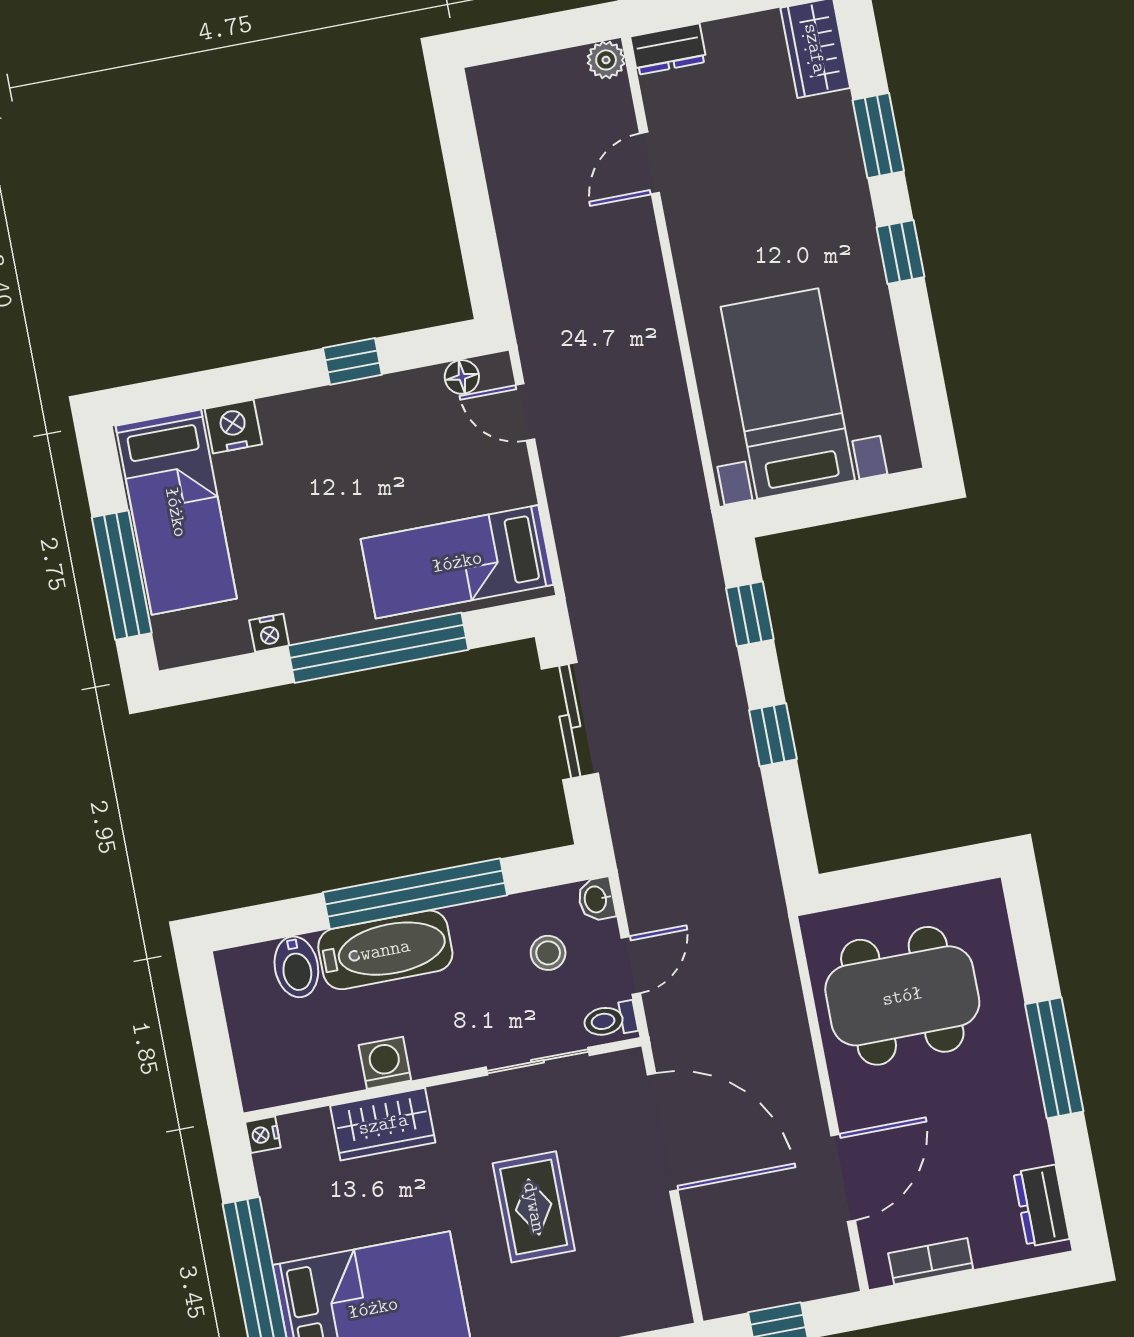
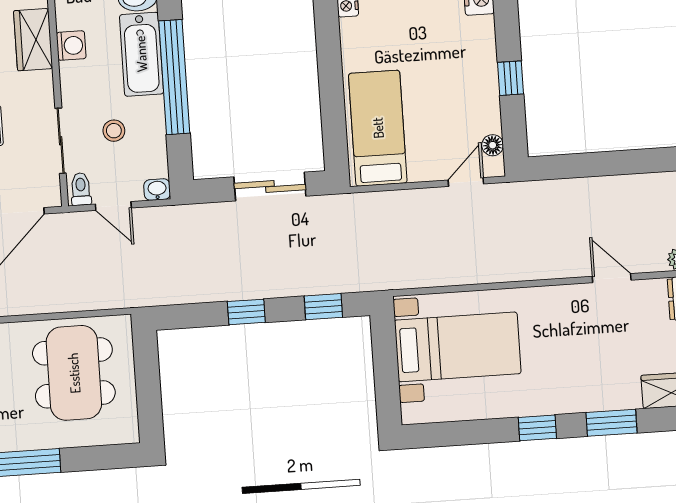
window: (378, 648) -> (330, 73), removed
stool: (548, 953) -> (114, 131), moved

